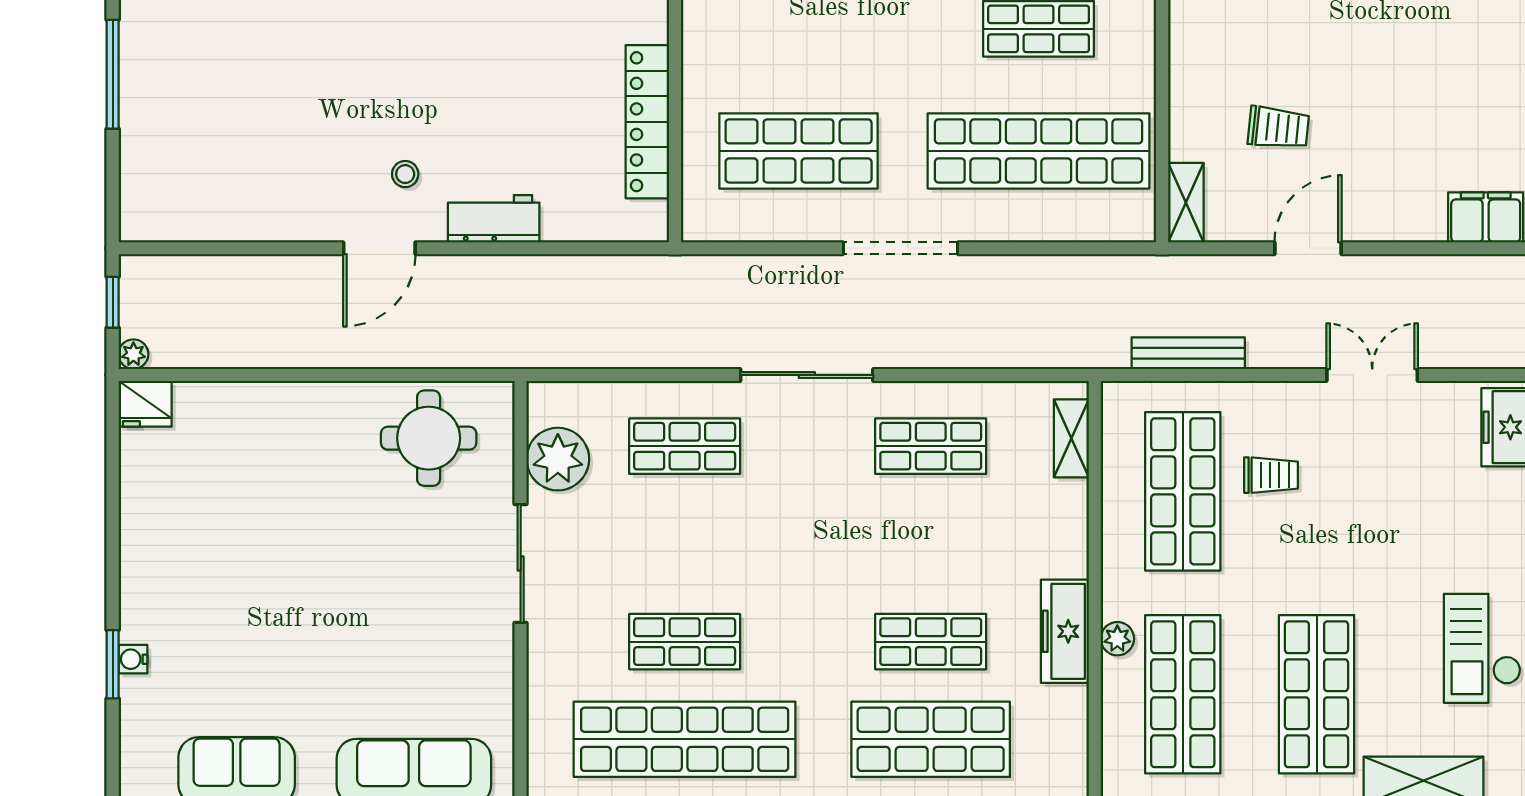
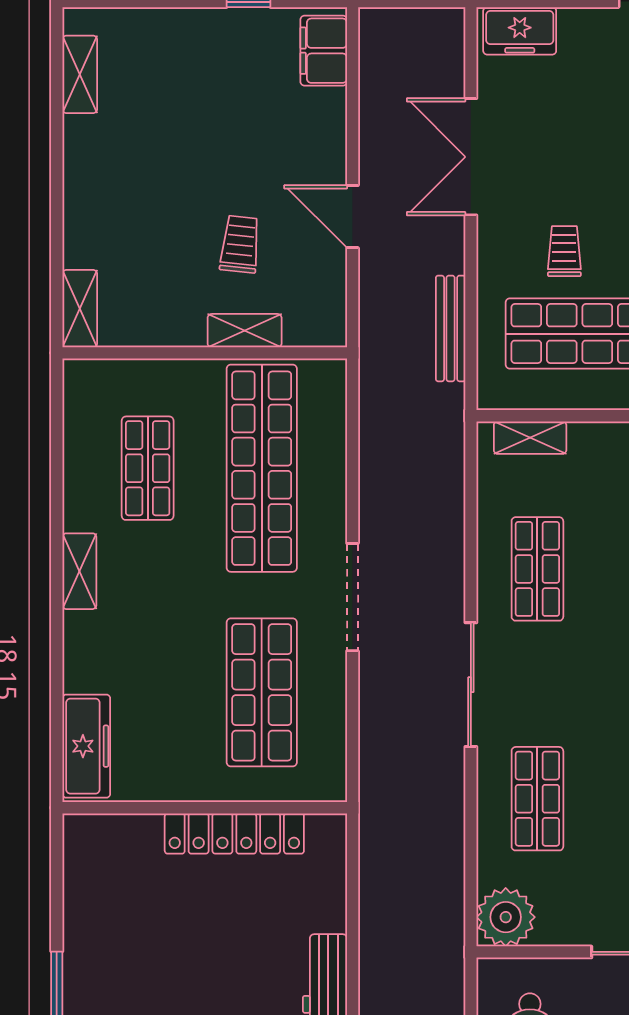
shelving: (1186, 203) -> (245, 331), moved
double door: (1372, 375) -> (471, 157), width x1.37
plant: (558, 459) -> (506, 917), moved

